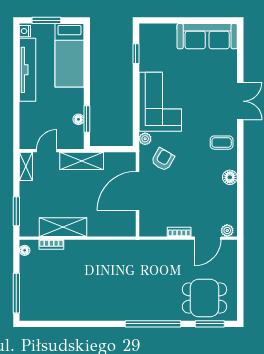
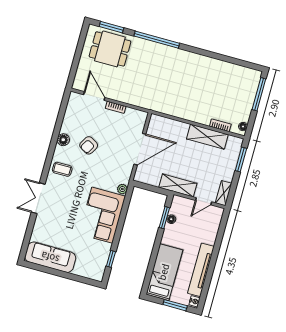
armchair: (163, 159) -> (89, 145), moved
plant: (227, 230) -> (77, 98), removed
door: (208, 238) -> (94, 96), hinge flipped

